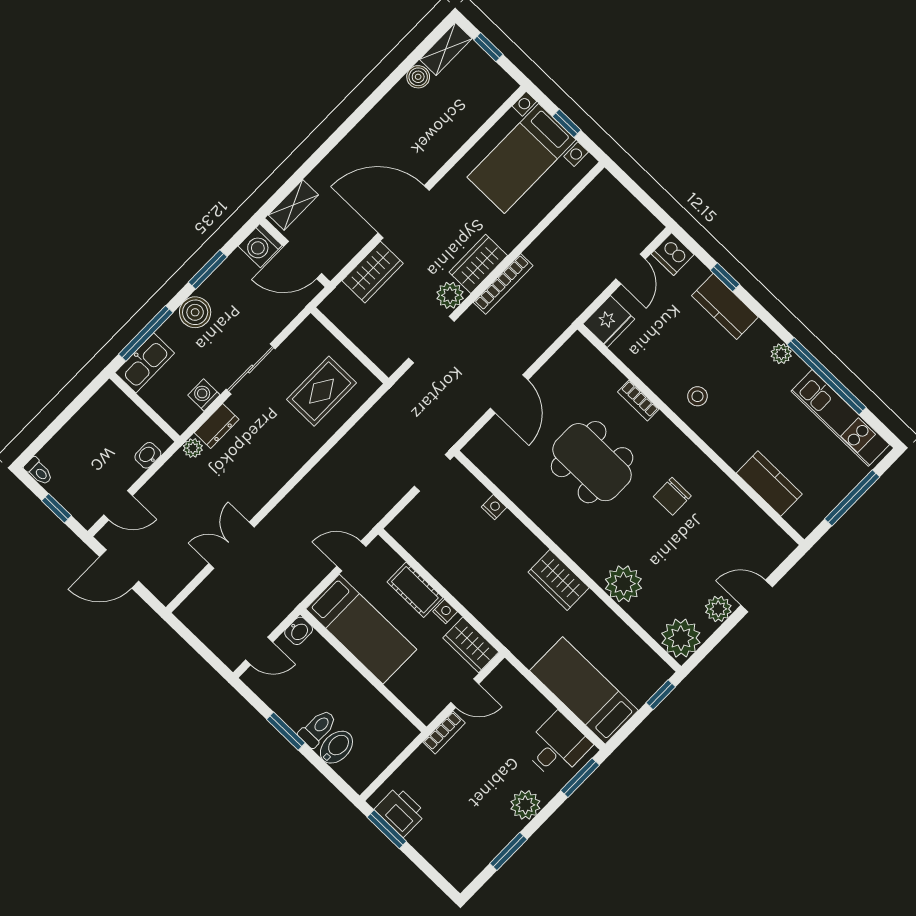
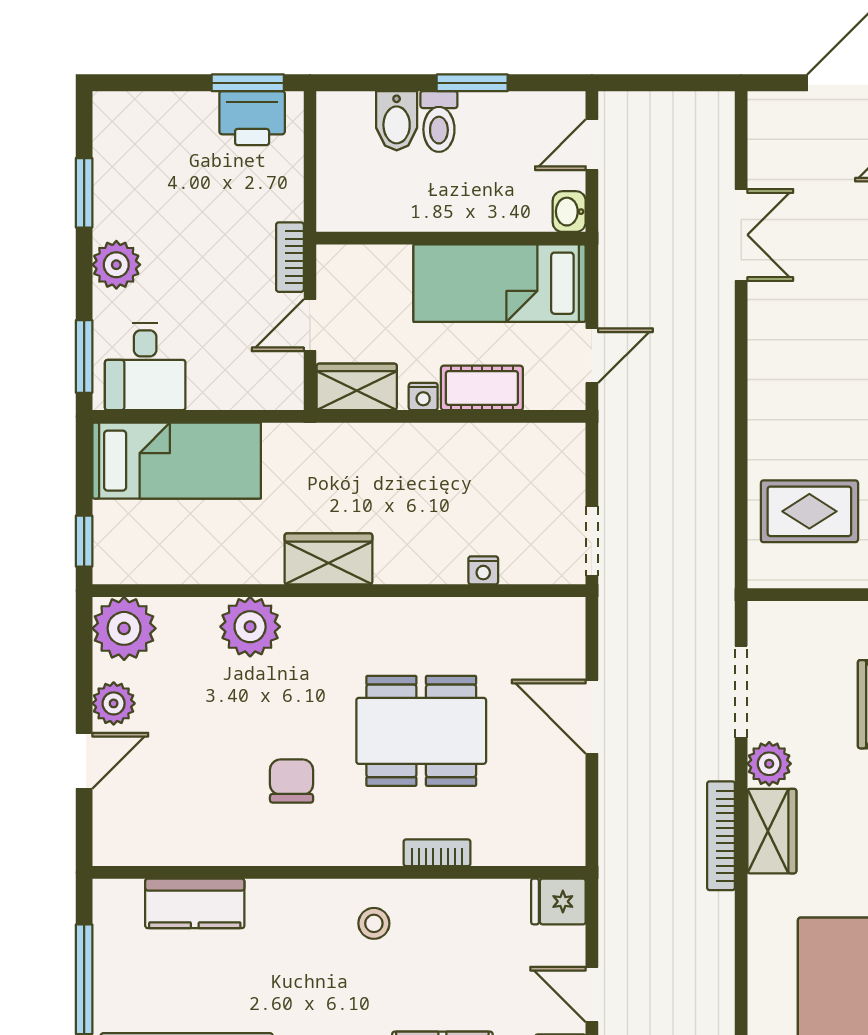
fridge: (609, 321) -> (558, 901), width x0.72
rug: (322, 391) -> (809, 511), turned 90

